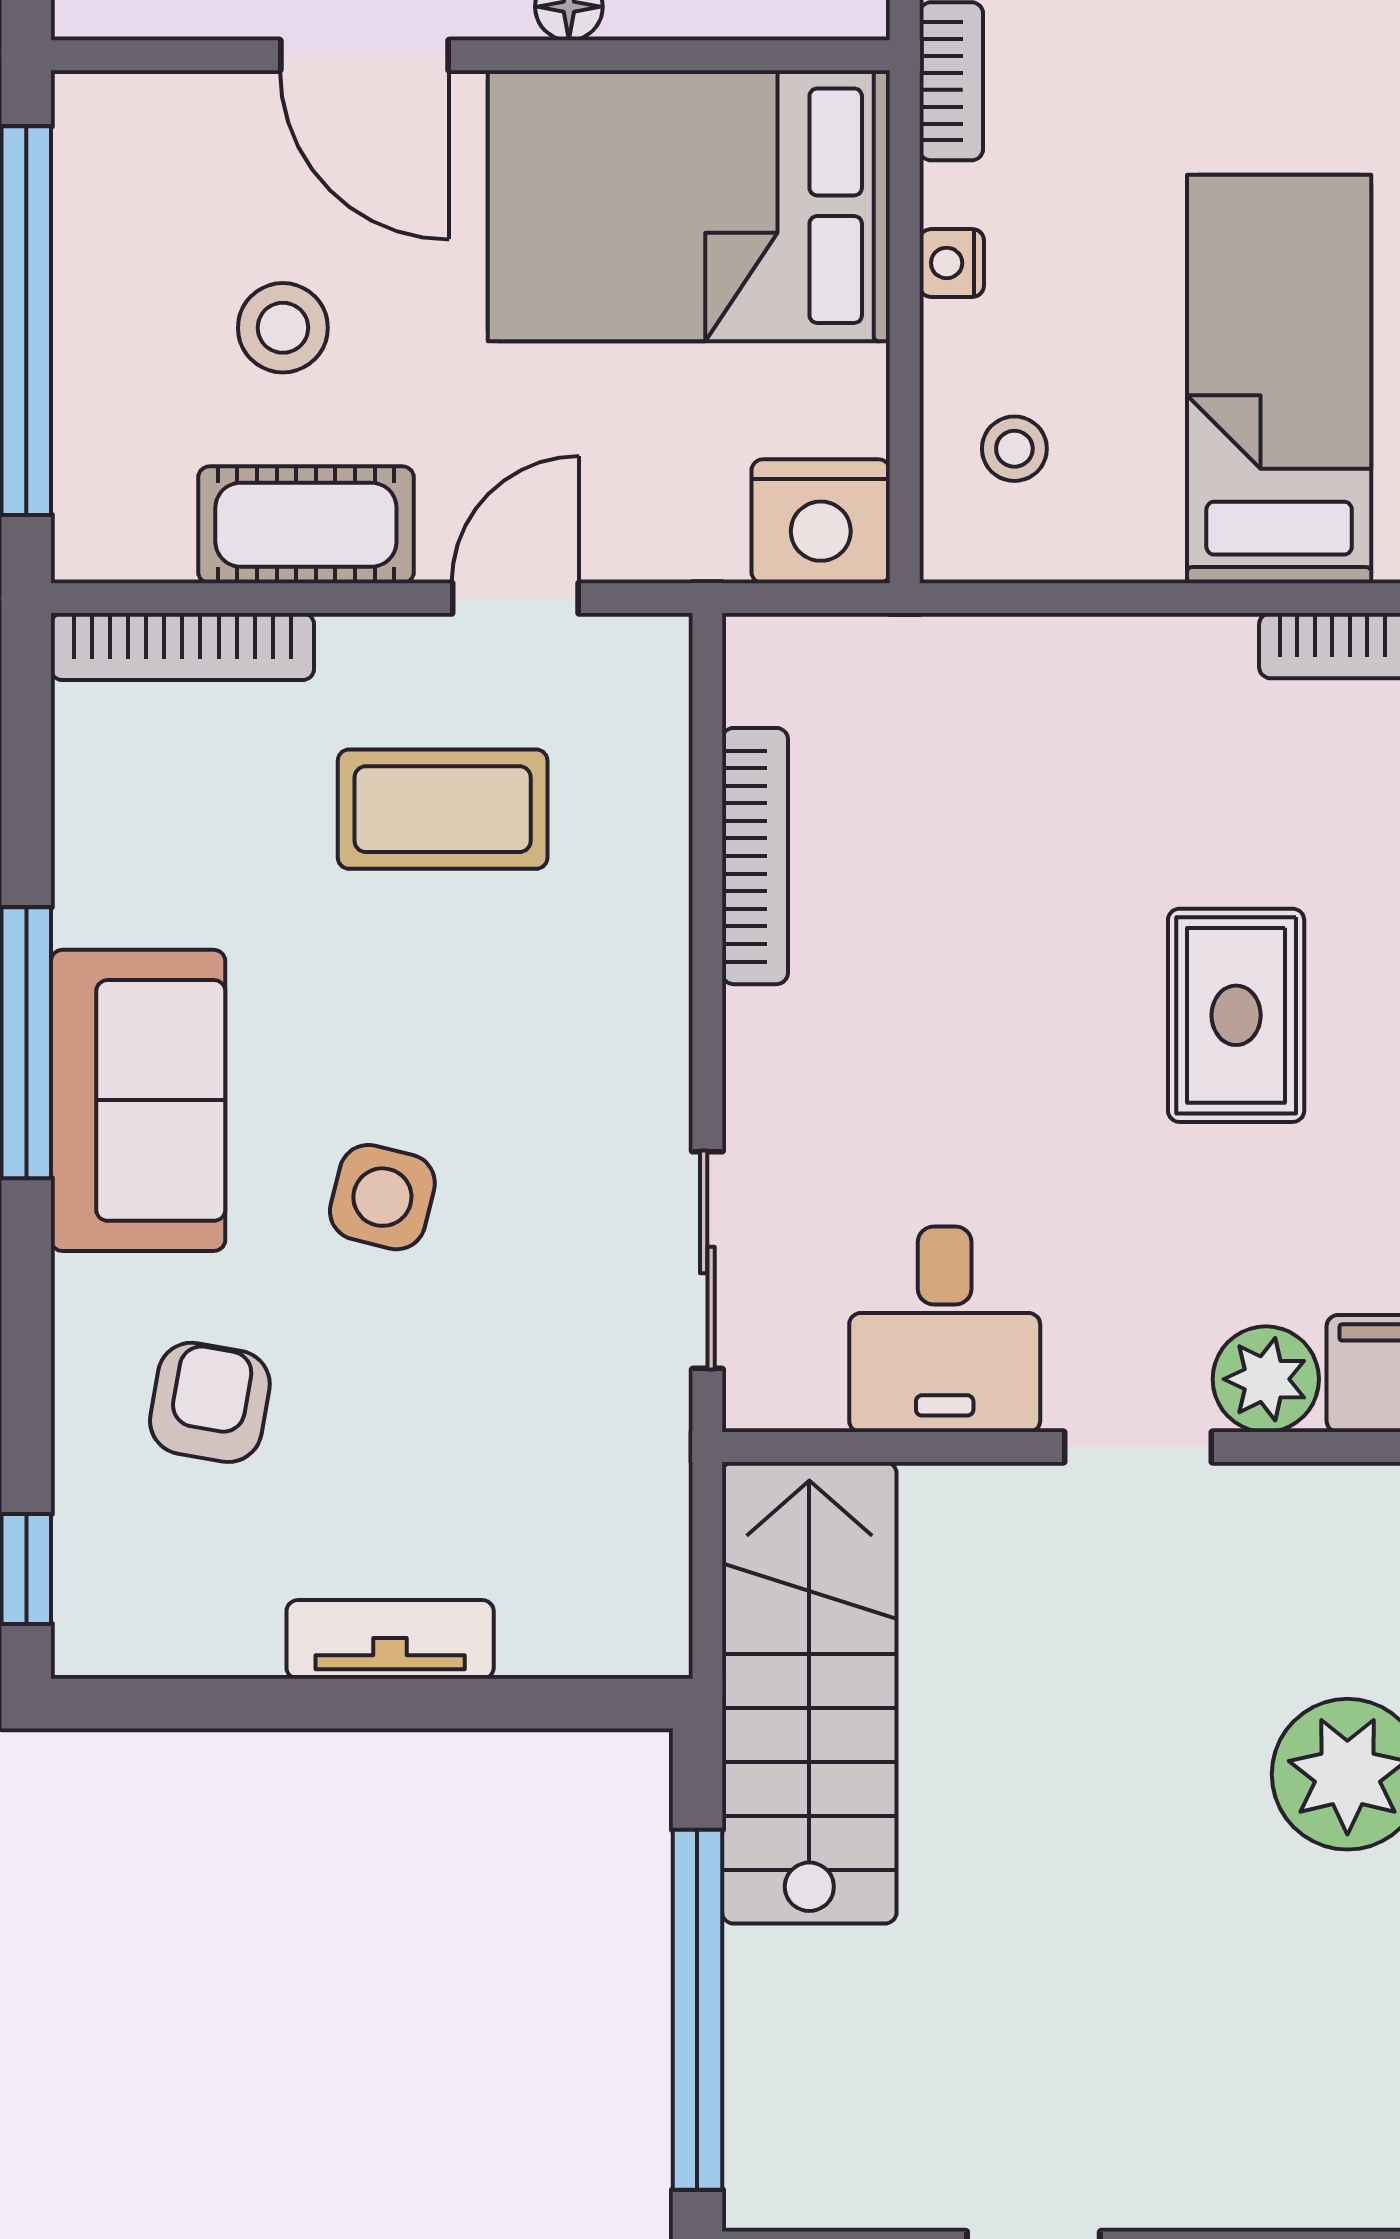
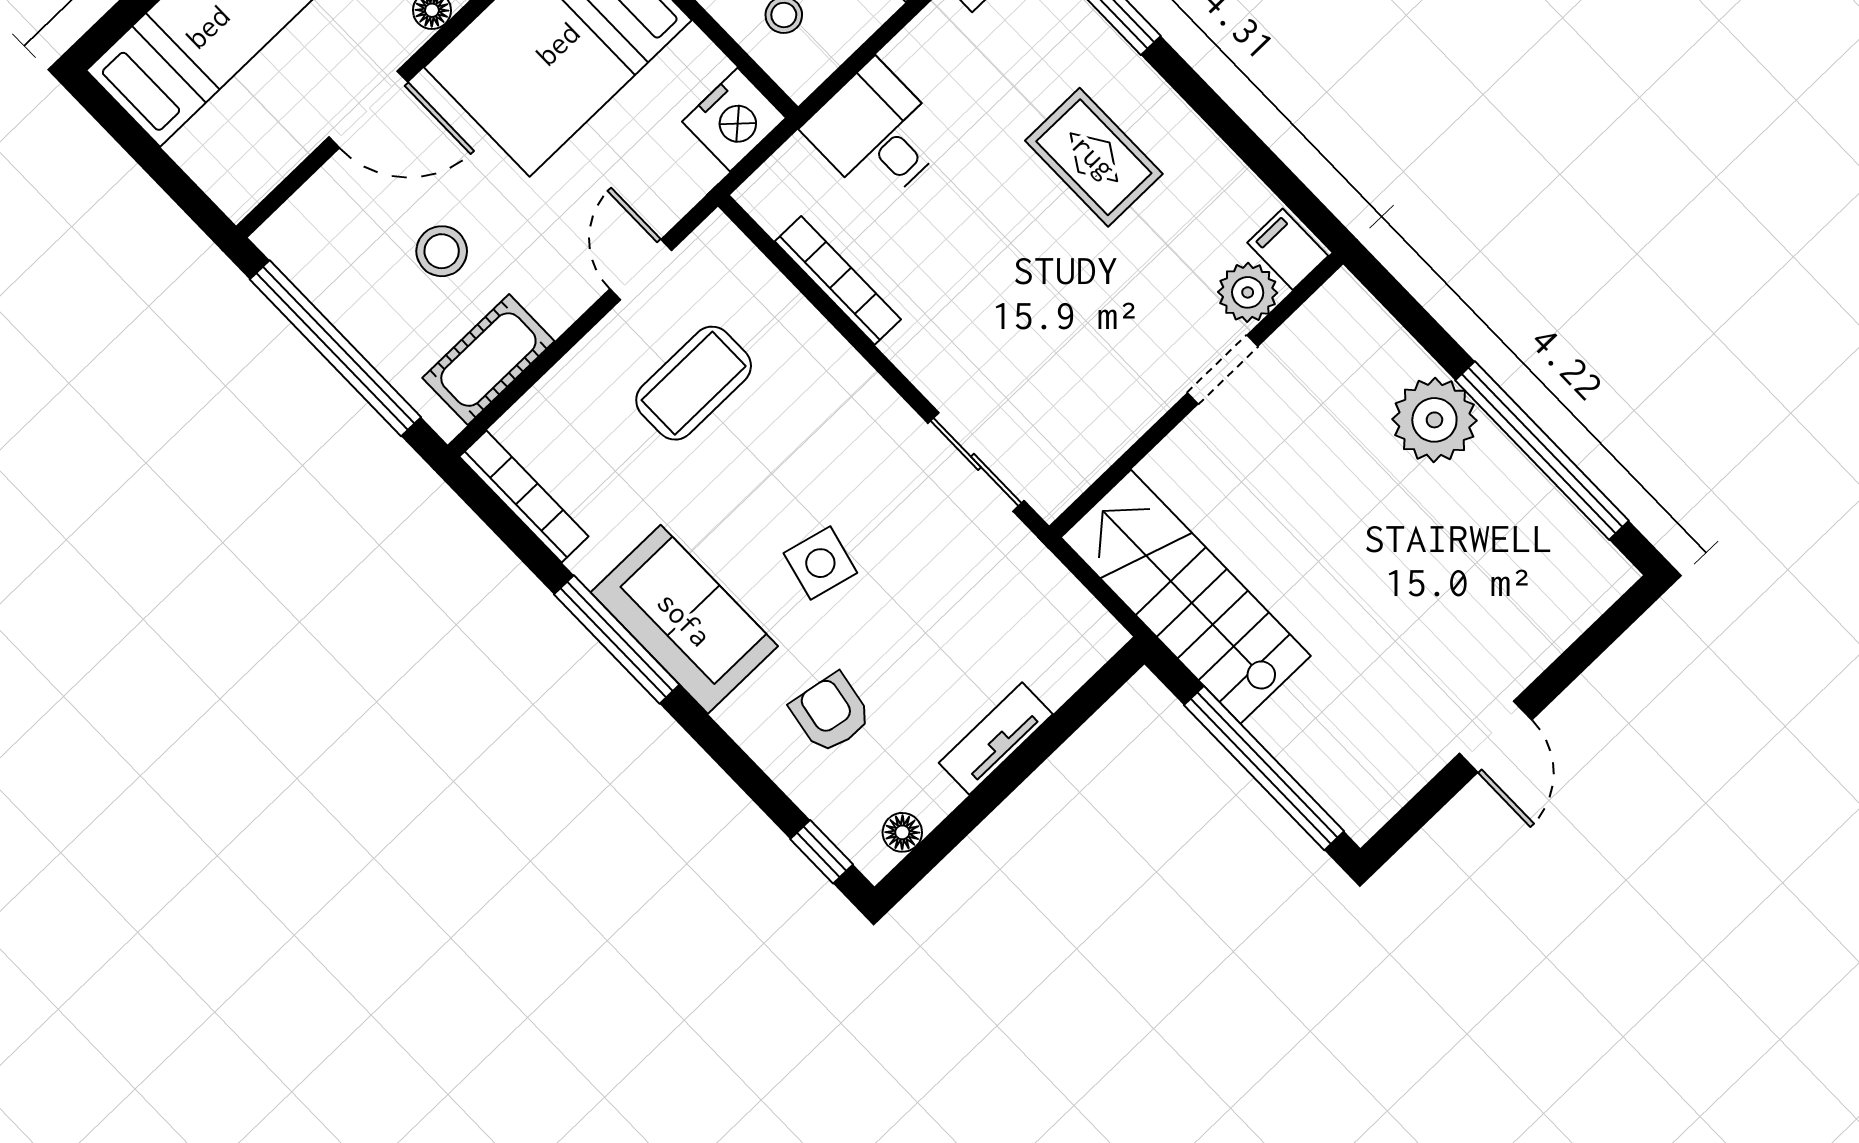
cot: (306, 525) -> (488, 360), moved
bookcase: (182, 647) -> (524, 496), moved, turned -90
desk: (945, 1329) -> (877, 134), moved, turned 180
floor lamp: (154, 1644) -> (902, 832), added

